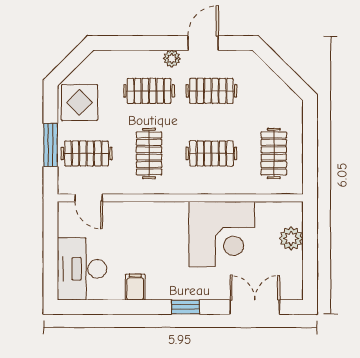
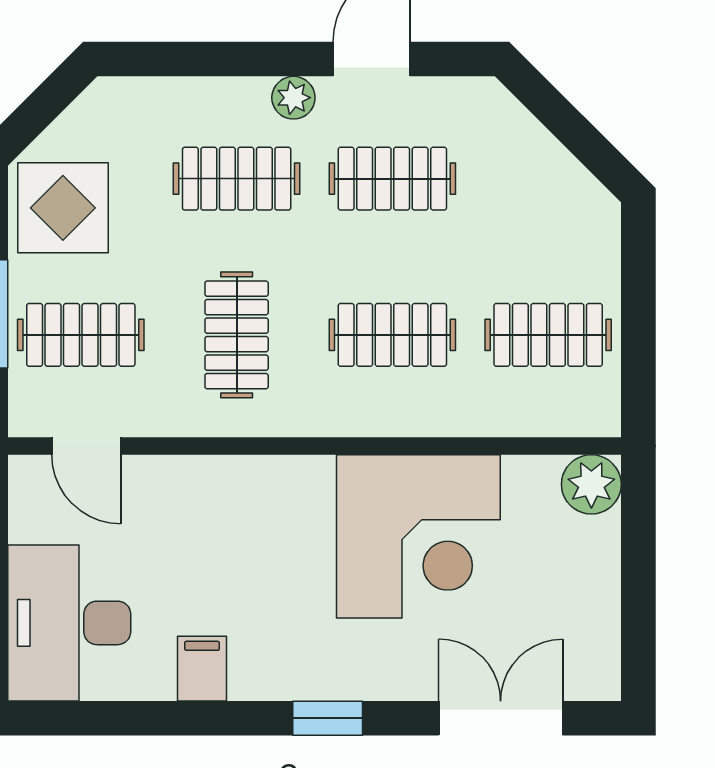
clothes rail: (274, 153) -> (548, 335), turned 90
plant: (291, 238) -> (591, 484), moved

